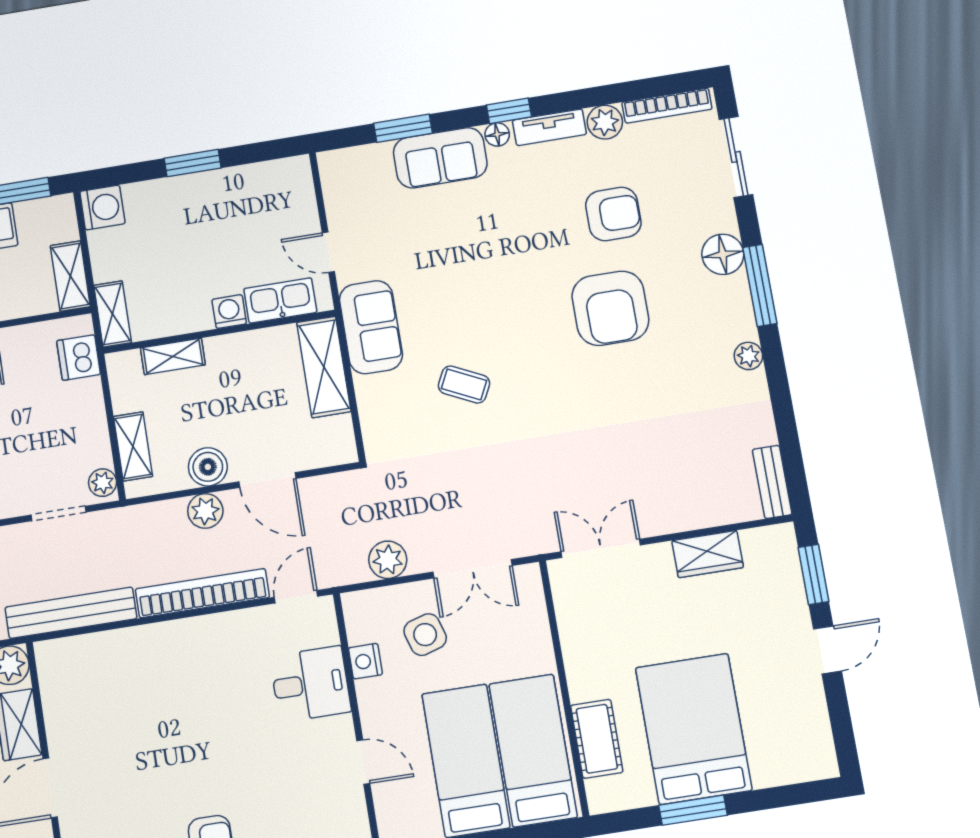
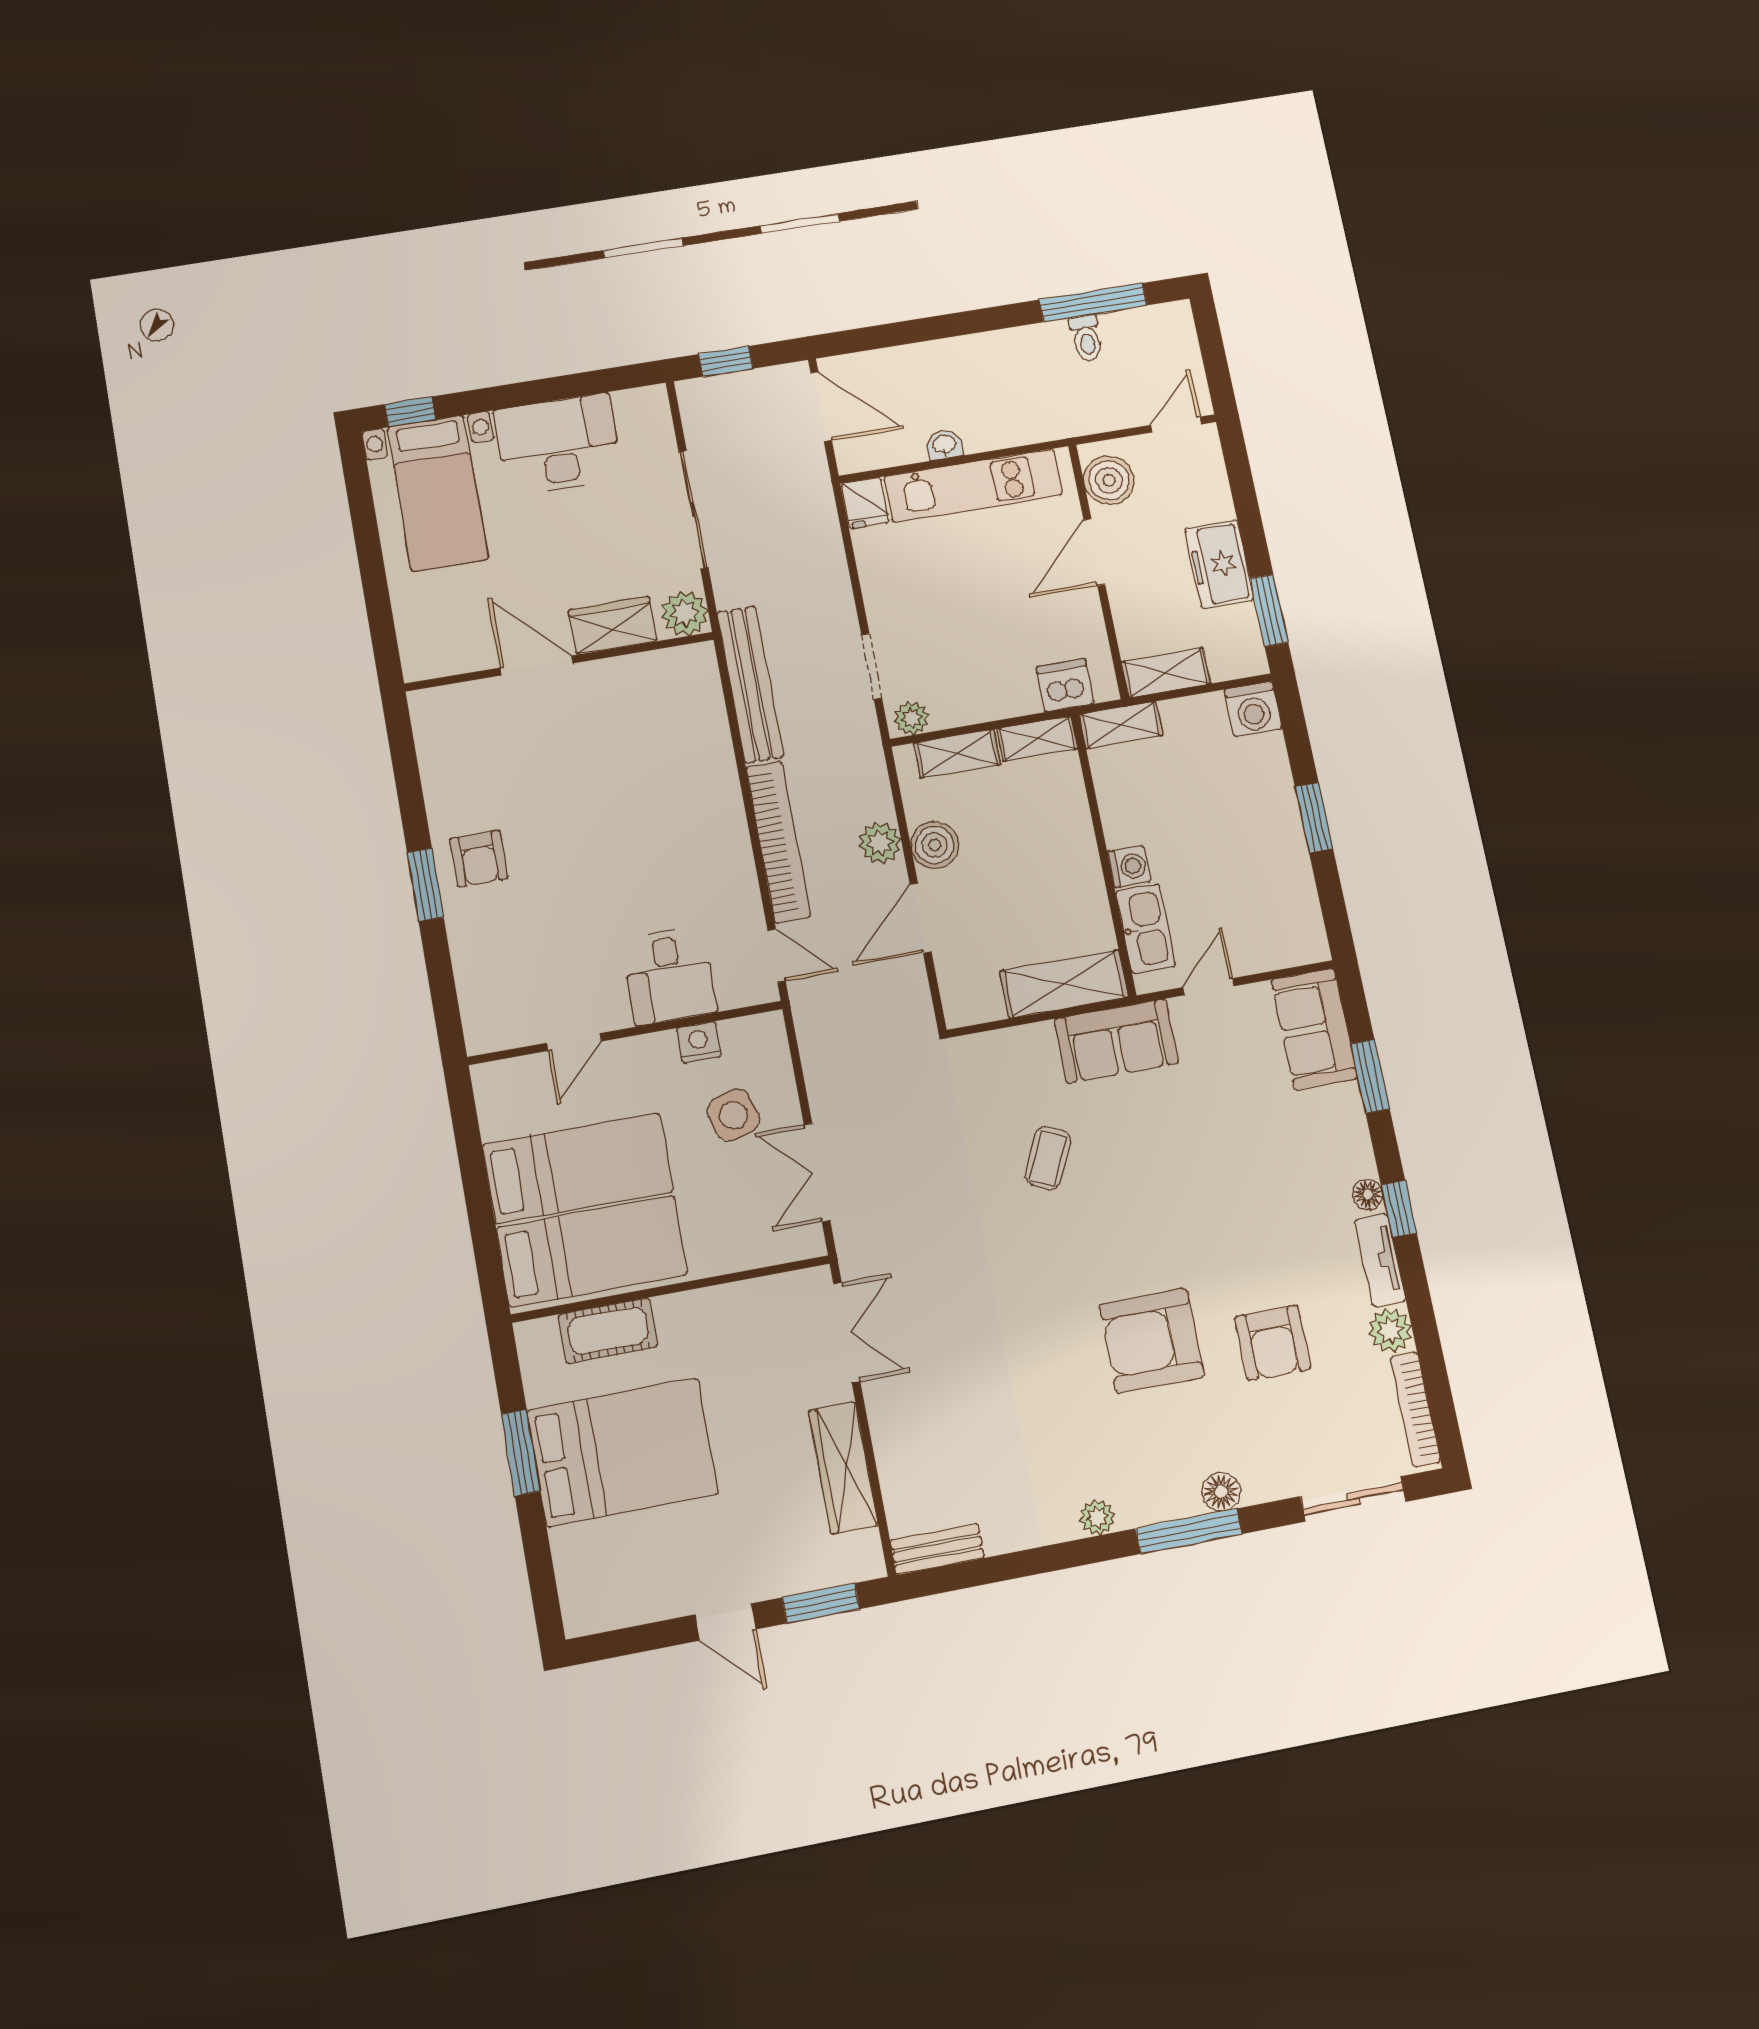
sofa: (440, 158) -> (1314, 1029), moved
floor lamp: (723, 254) -> (1221, 1492), width x0.73, depth x0.73
shelving: (173, 356) -> (1037, 739), moved, turned 90
wardrobe: (708, 554) -> (843, 1468), width x1.50
plant: (388, 560) -> (825, 1067), removed

